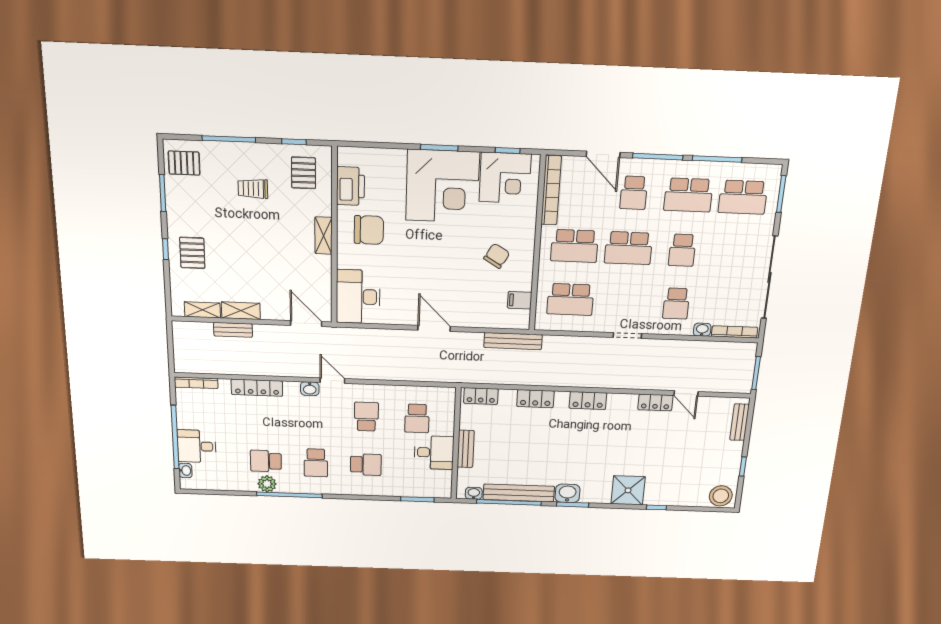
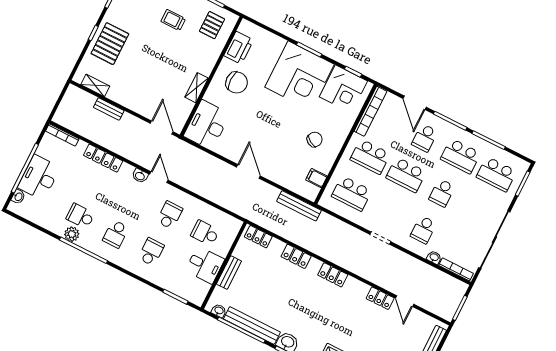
shelving: (323, 236) -> (197, 88), moved
pallet: (192, 253) -> (110, 44), width x1.50, depth x1.42
shelving: (241, 311) -> (121, 98), removed
school desk: (417, 418) -> (205, 233), turned 90
desk: (197, 446) -> (39, 177), width x1.37
school desk: (366, 465) -> (151, 252), turned -90

